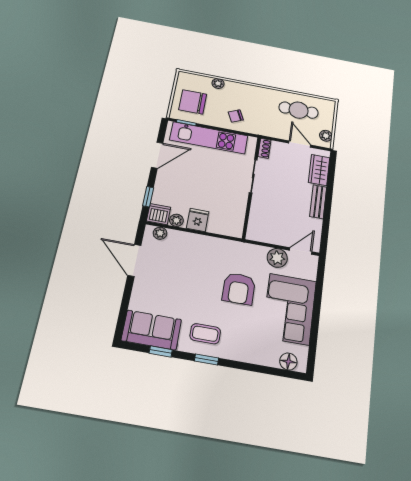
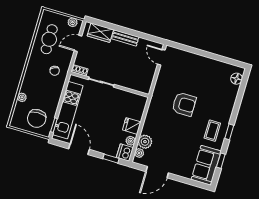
chair: (236, 116) -> (55, 71), moved
plant: (277, 258) -> (145, 142), moved
corner sofa: (289, 309) -> (202, 72), removed

